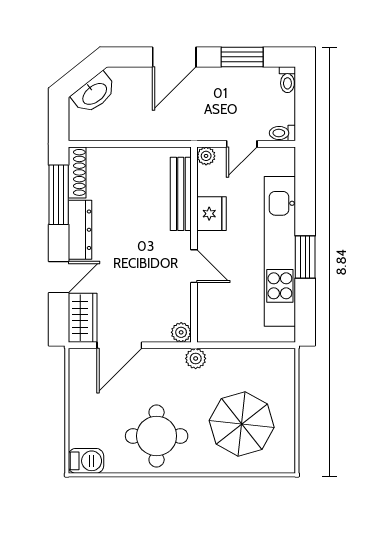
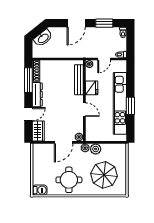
door: (119, 345) -> (64, 142), moved
plant: (221, 361) -> (96, 149), added

